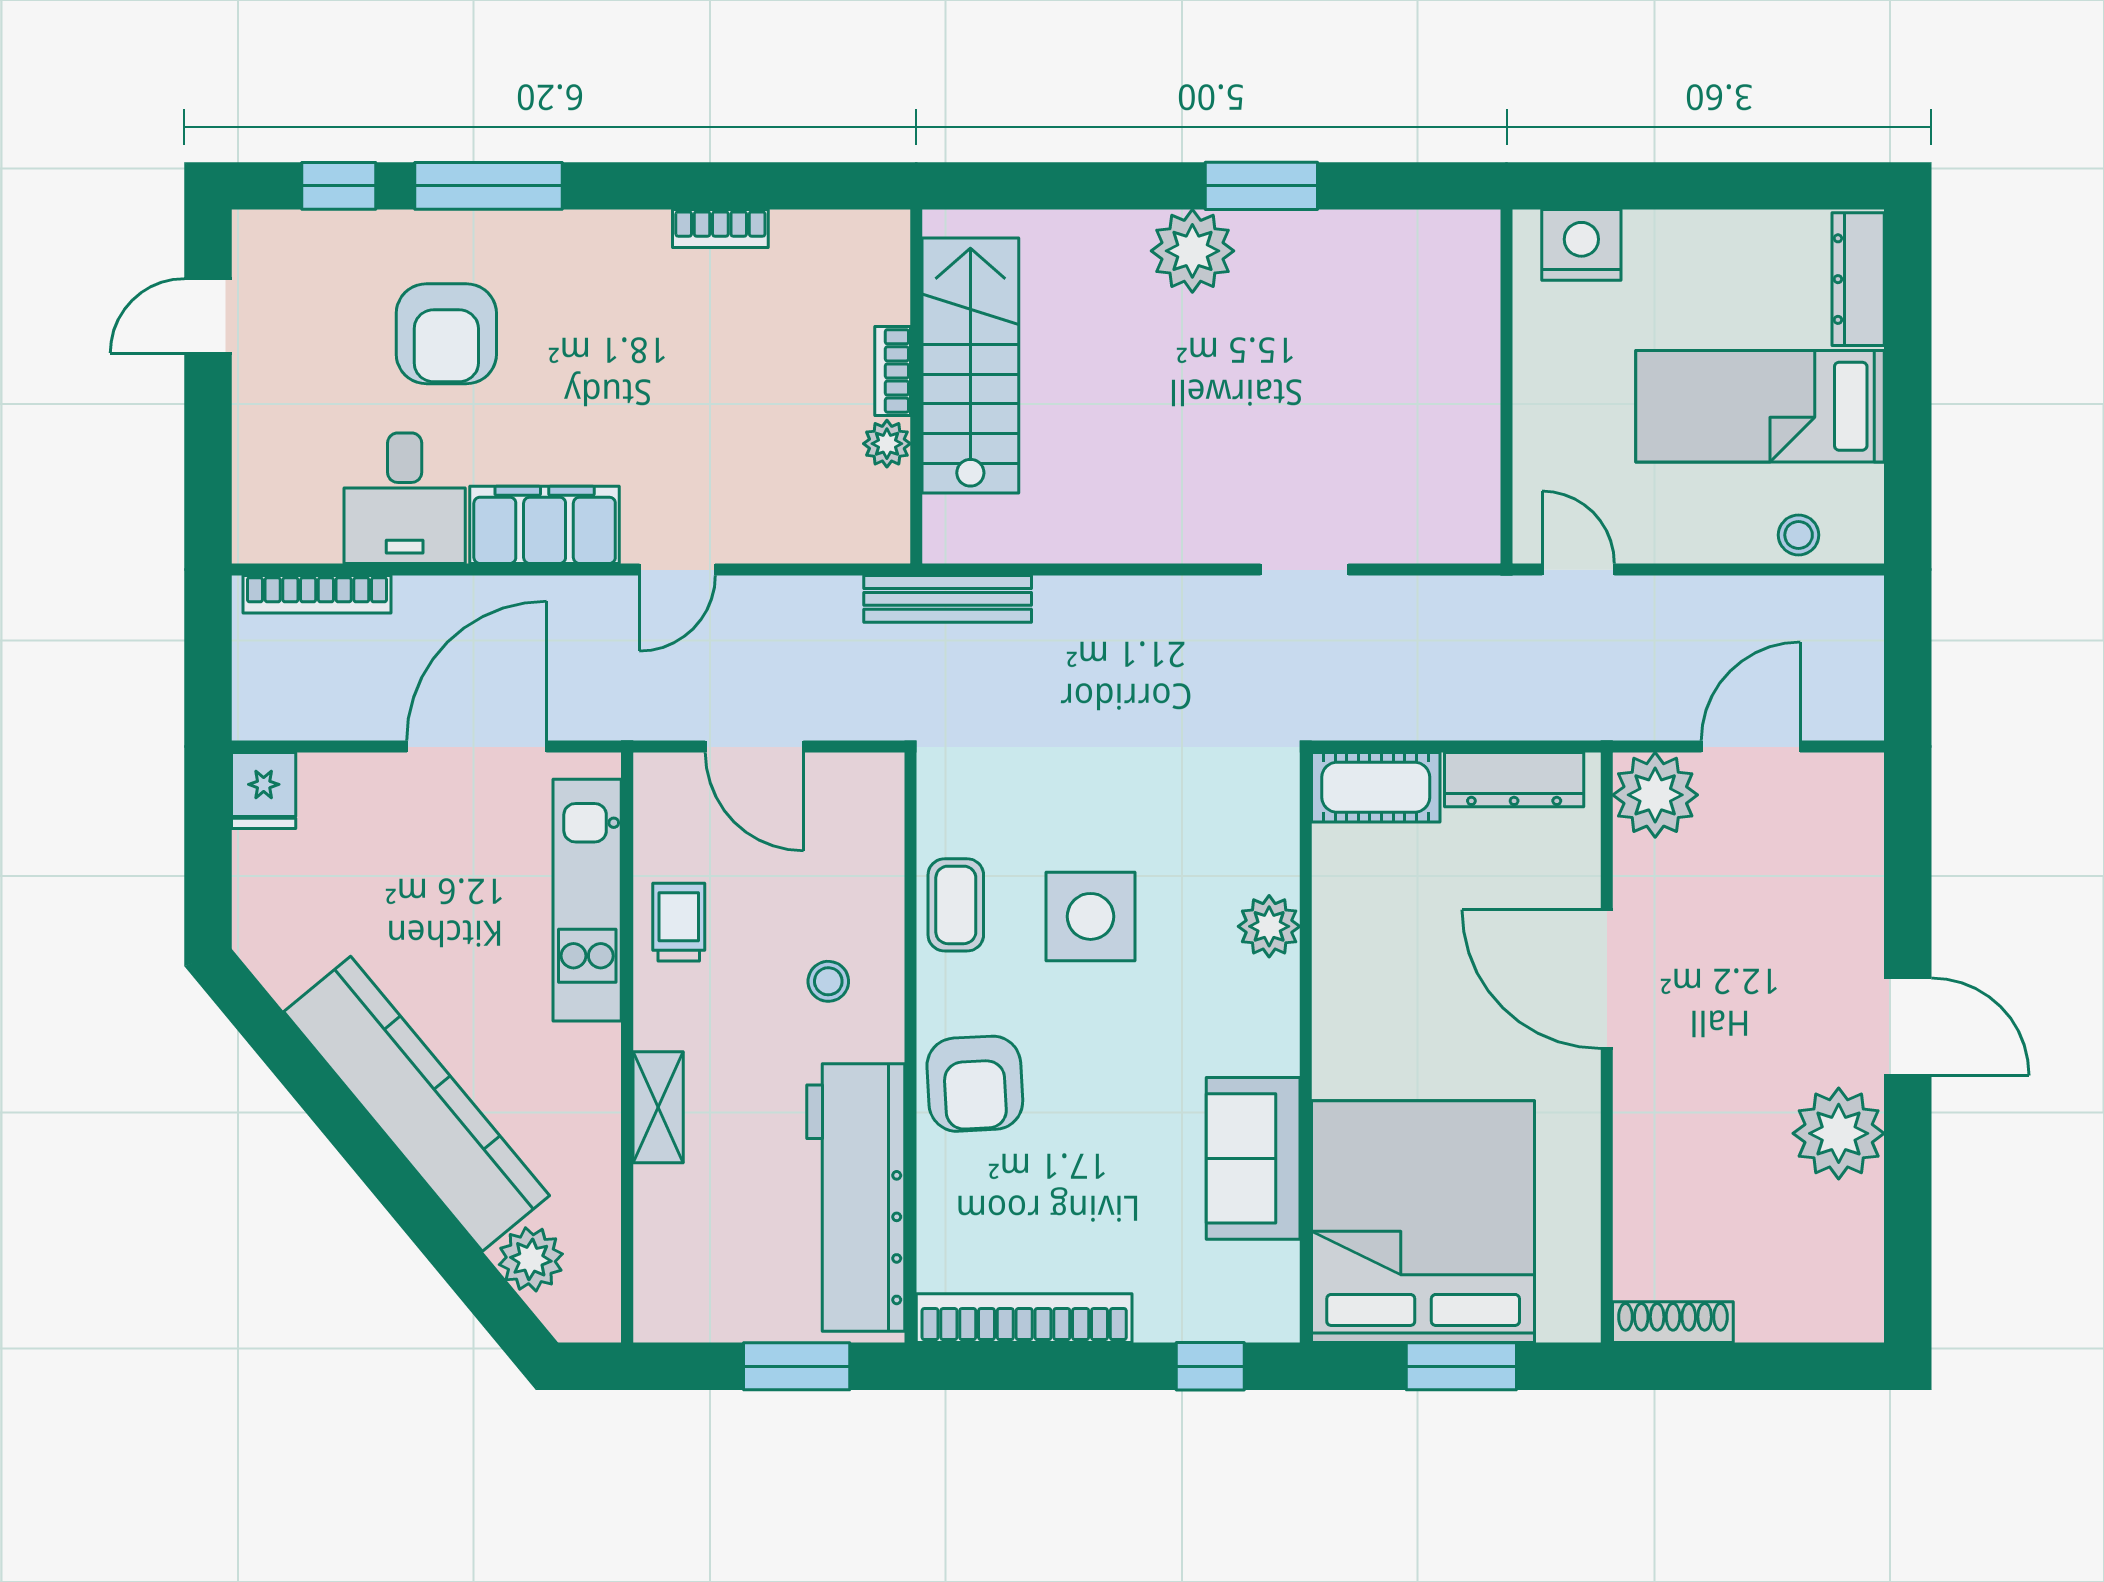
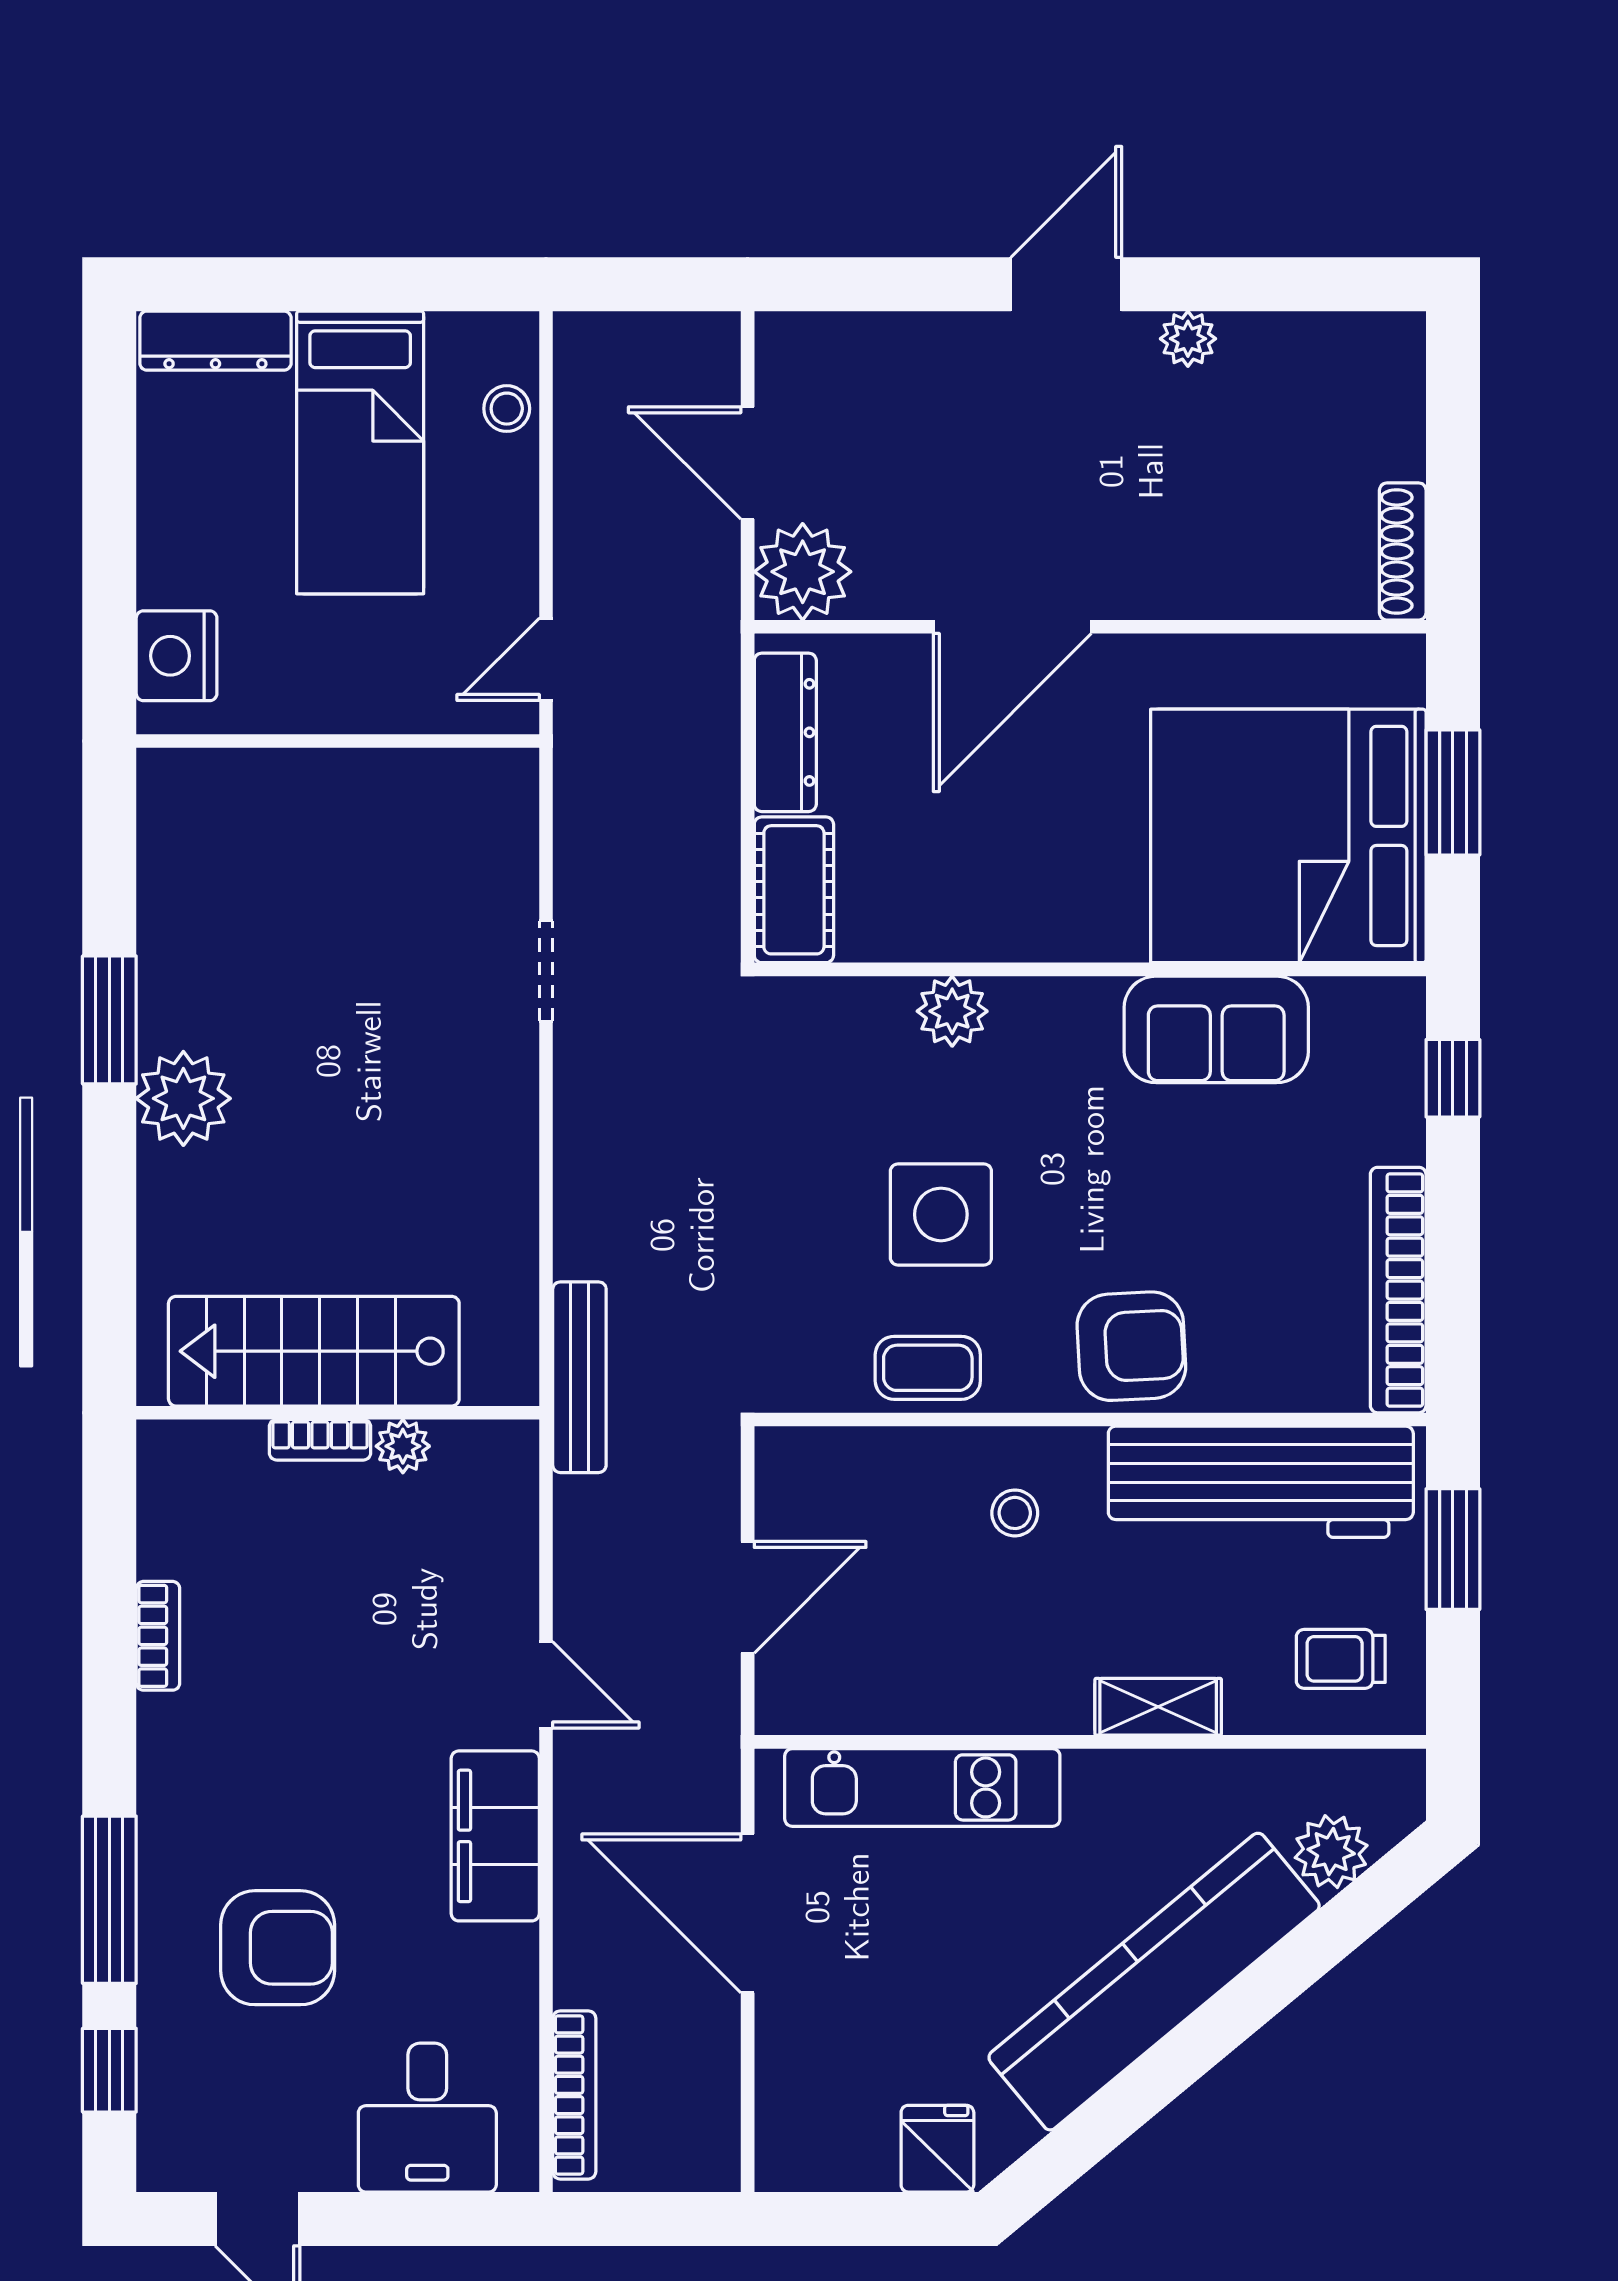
desk: (405, 498) -> (427, 2118), moved, turned 90
fridge: (264, 791) -> (937, 2149), moved, turned -90
trolley: (679, 922) -> (1341, 1659), moved
plant: (1839, 1133) -> (1188, 339), width x0.53, depth x0.53

